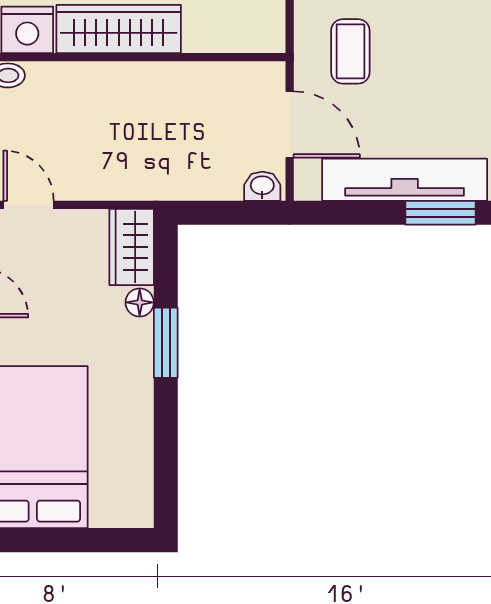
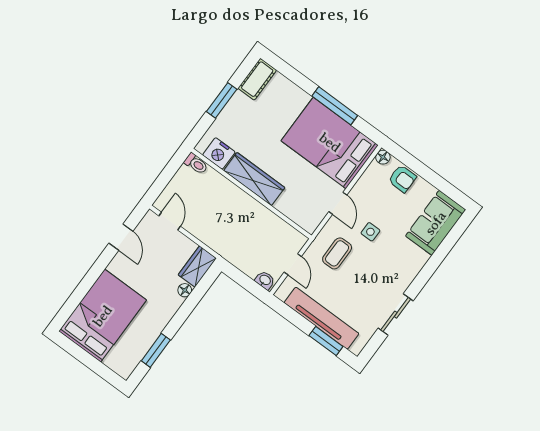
door: (290, 125) -> (293, 264), width x0.73
window: (166, 343) -> (156, 350), moved

